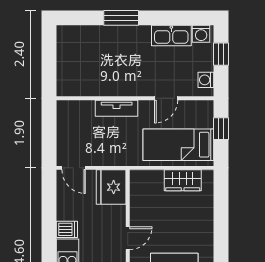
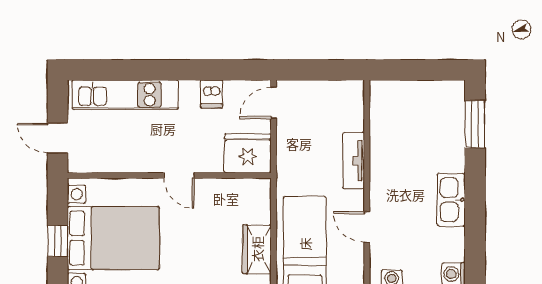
window: (121, 18) -> (475, 124), moved
kitchen sink: (171, 36) -> (451, 200), moved
dishwasher: (67, 229) -> (211, 94), moved

